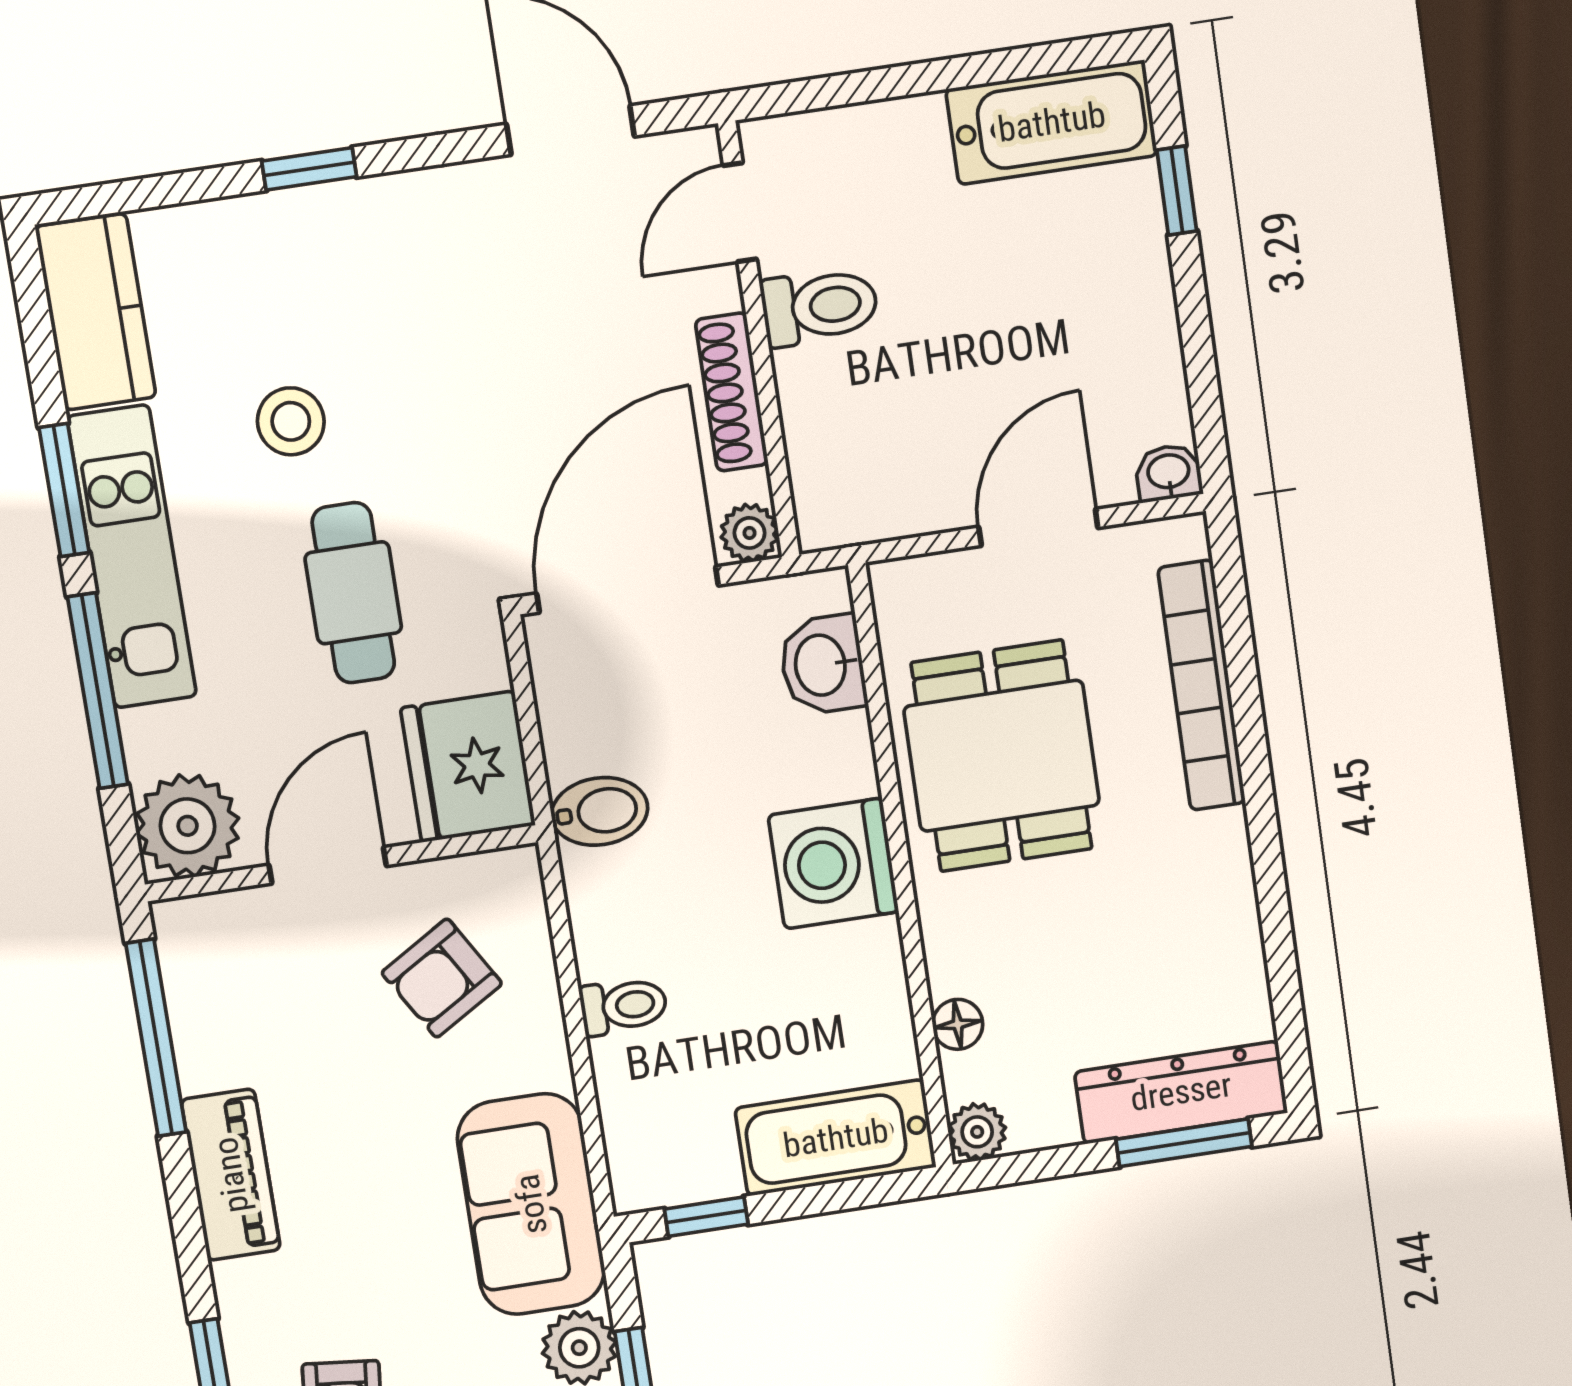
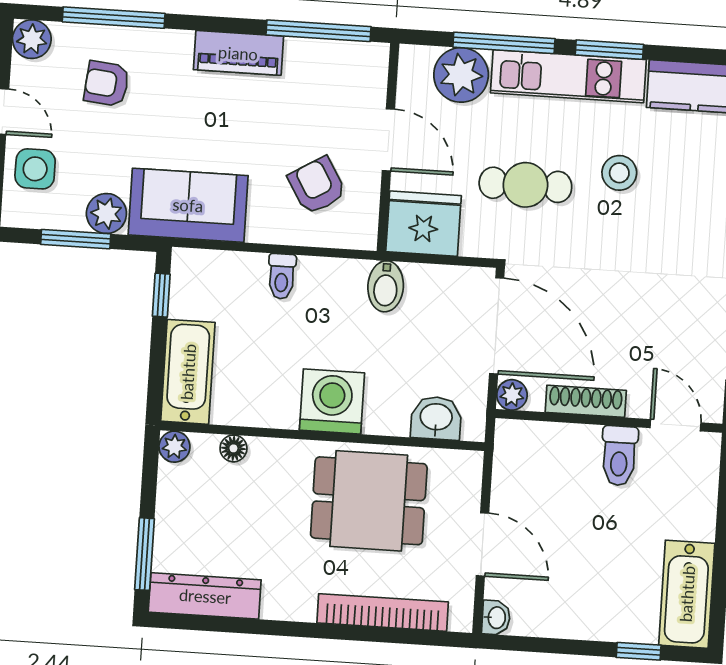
plant: (188, 826) -> (461, 75), moved
dresser: (1181, 1092) -> (205, 596), moved, turned -90

